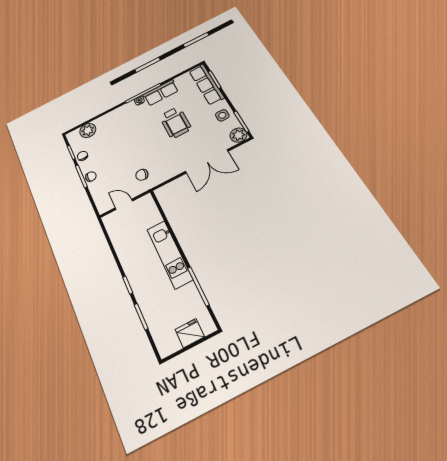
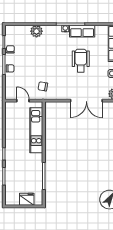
wheelchair: (175, 122) -> (81, 61), turned 180
plant: (88, 130) -> (36, 31), moved
kitchen unit: (170, 254) -> (36, 130), moved

